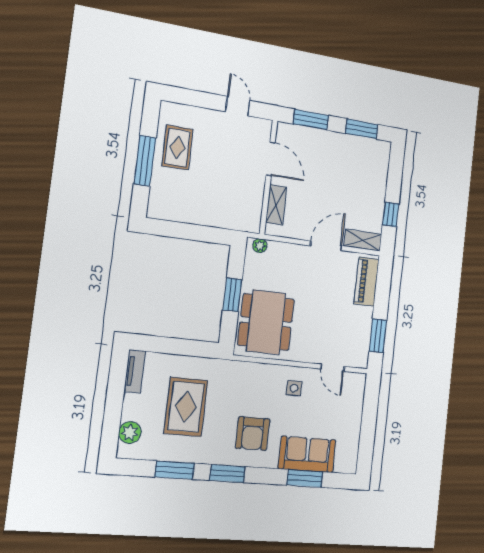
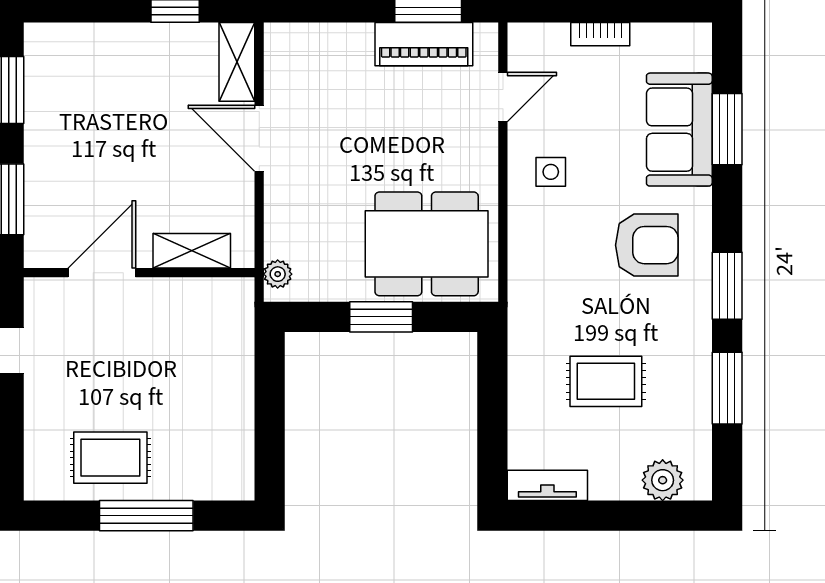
piano: (367, 281) -> (424, 44), moved
rug: (186, 407) -> (606, 381), width x0.73, depth x0.70
bookcase: (357, 419) -> (600, 34), added

